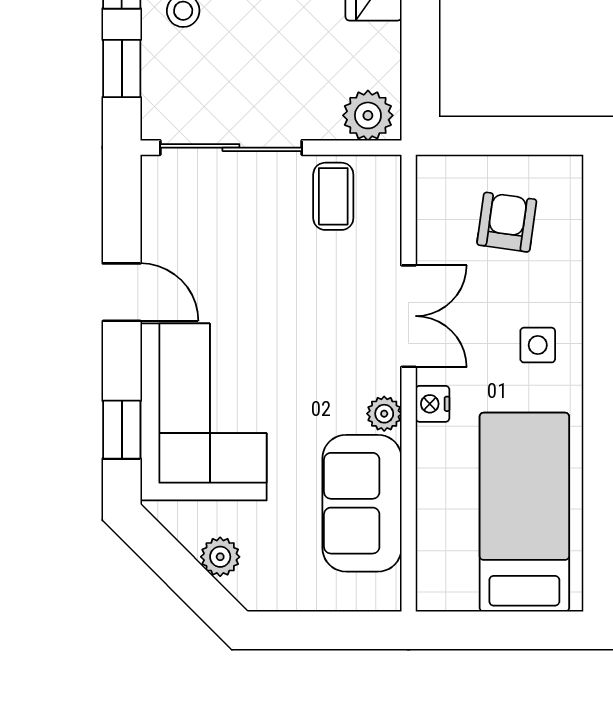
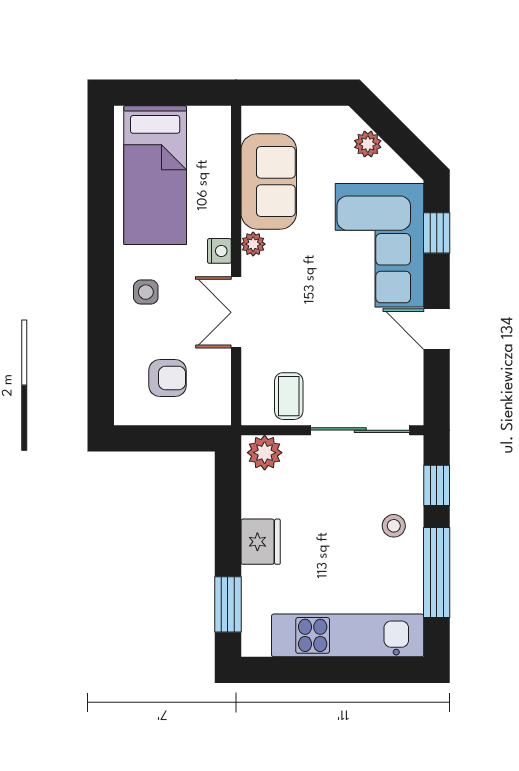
armchair: (507, 222) -> (167, 378), turned -98

